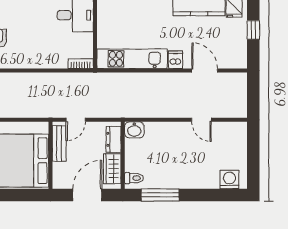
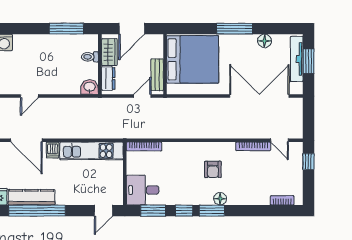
bookcase: (81, 64) -> (144, 146), width x1.56
door: (205, 71) -> (26, 140), width x1.36
door: (201, 120) -> (29, 96), swing flipped
toilet: (134, 178) -> (90, 57), moved

